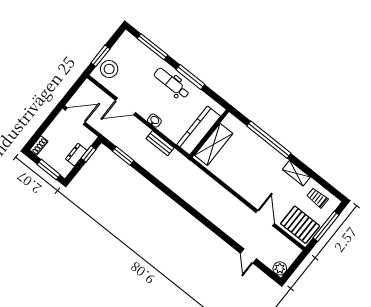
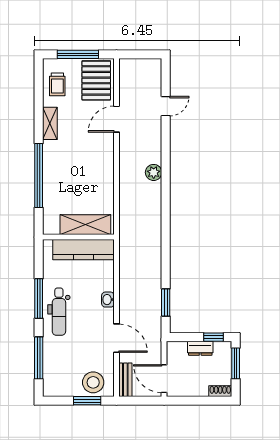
bench: (160, 143) -> (125, 380), moved
window: (89, 154) -> (214, 337), moved
plant: (280, 268) -> (154, 172), moved

